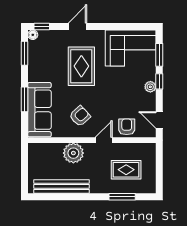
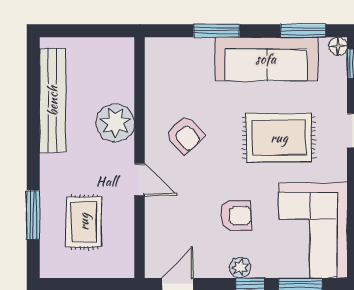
sofa: (39, 110) -> (266, 59), moved
armchair: (127, 127) -> (236, 216), moved

